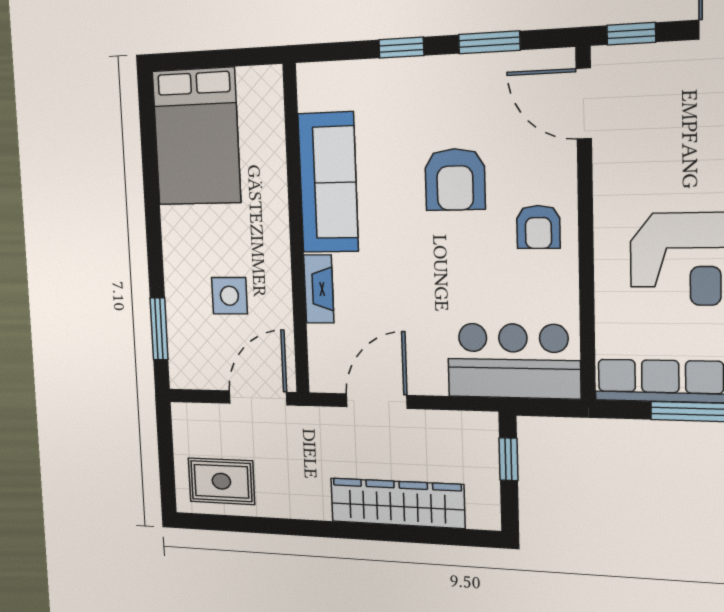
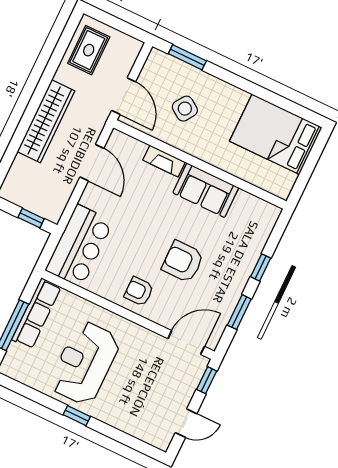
sofa: (328, 183) -> (206, 190), width x0.73
side table: (229, 296) -> (185, 109), turned 34
wardrobe: (397, 503) -> (46, 121), moved

